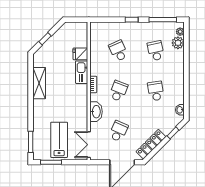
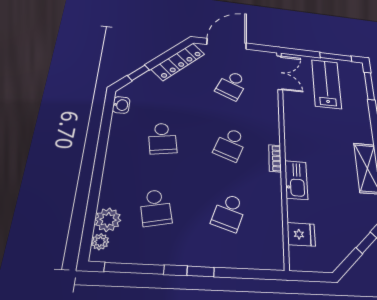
school desk: (118, 51) -> (229, 212), turned 42
fridge: (80, 54) -> (301, 234), moved
washbasin: (96, 112) -> (269, 117), removed
lab bench: (59, 140) -> (326, 84), turned 180

